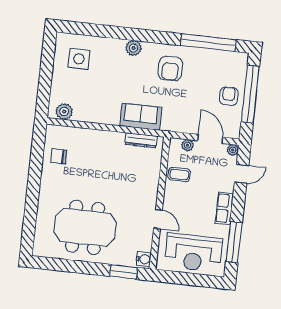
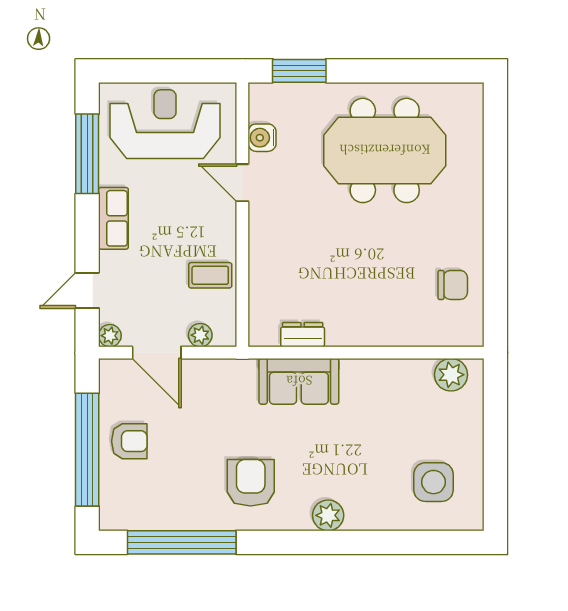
armchair: (229, 96) -> (129, 441), turned -90
dresser: (141, 140) -> (303, 335), width x0.70
water cooler: (144, 259) -> (262, 138), moved

